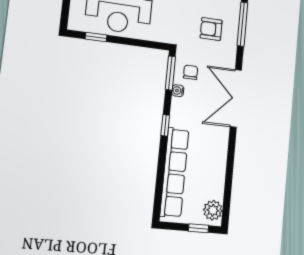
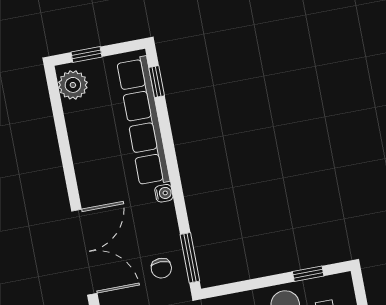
water cooler: (178, 91) -> (164, 193), moved
window: (165, 125) -> (157, 82), moved

